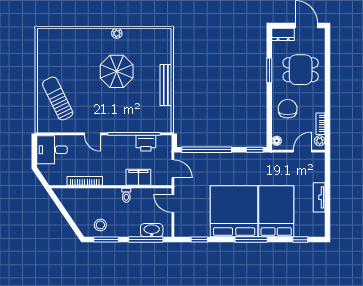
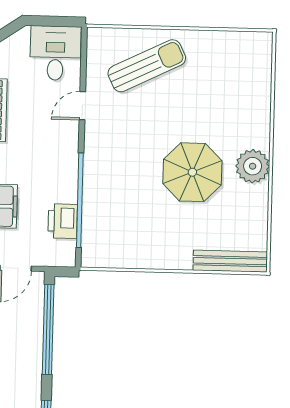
plant: (117, 33) -> (253, 166), width x1.87, depth x1.87
bench: (166, 85) -> (230, 261), moved
door: (92, 134) -> (82, 106), moved

